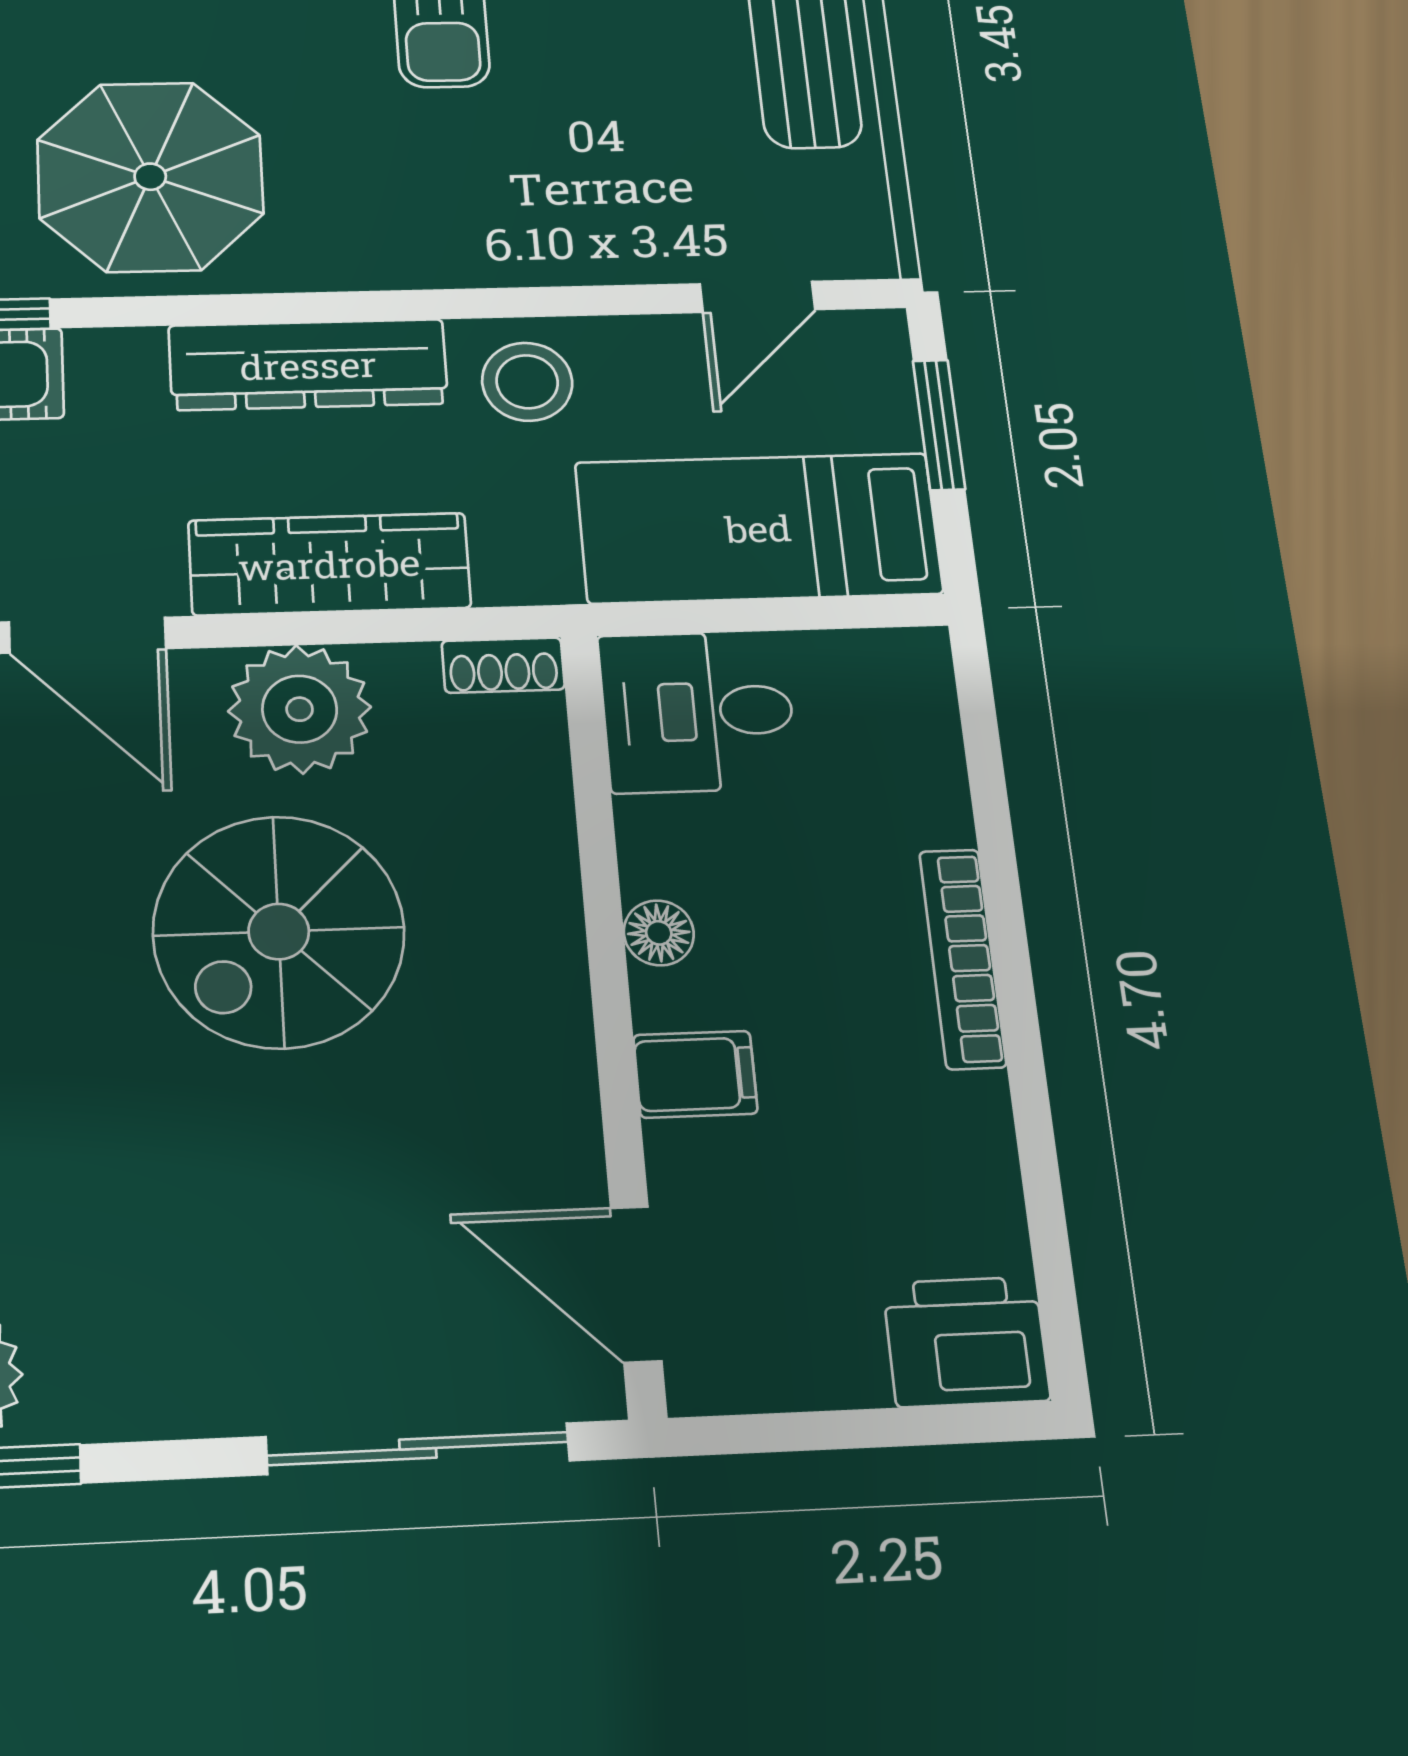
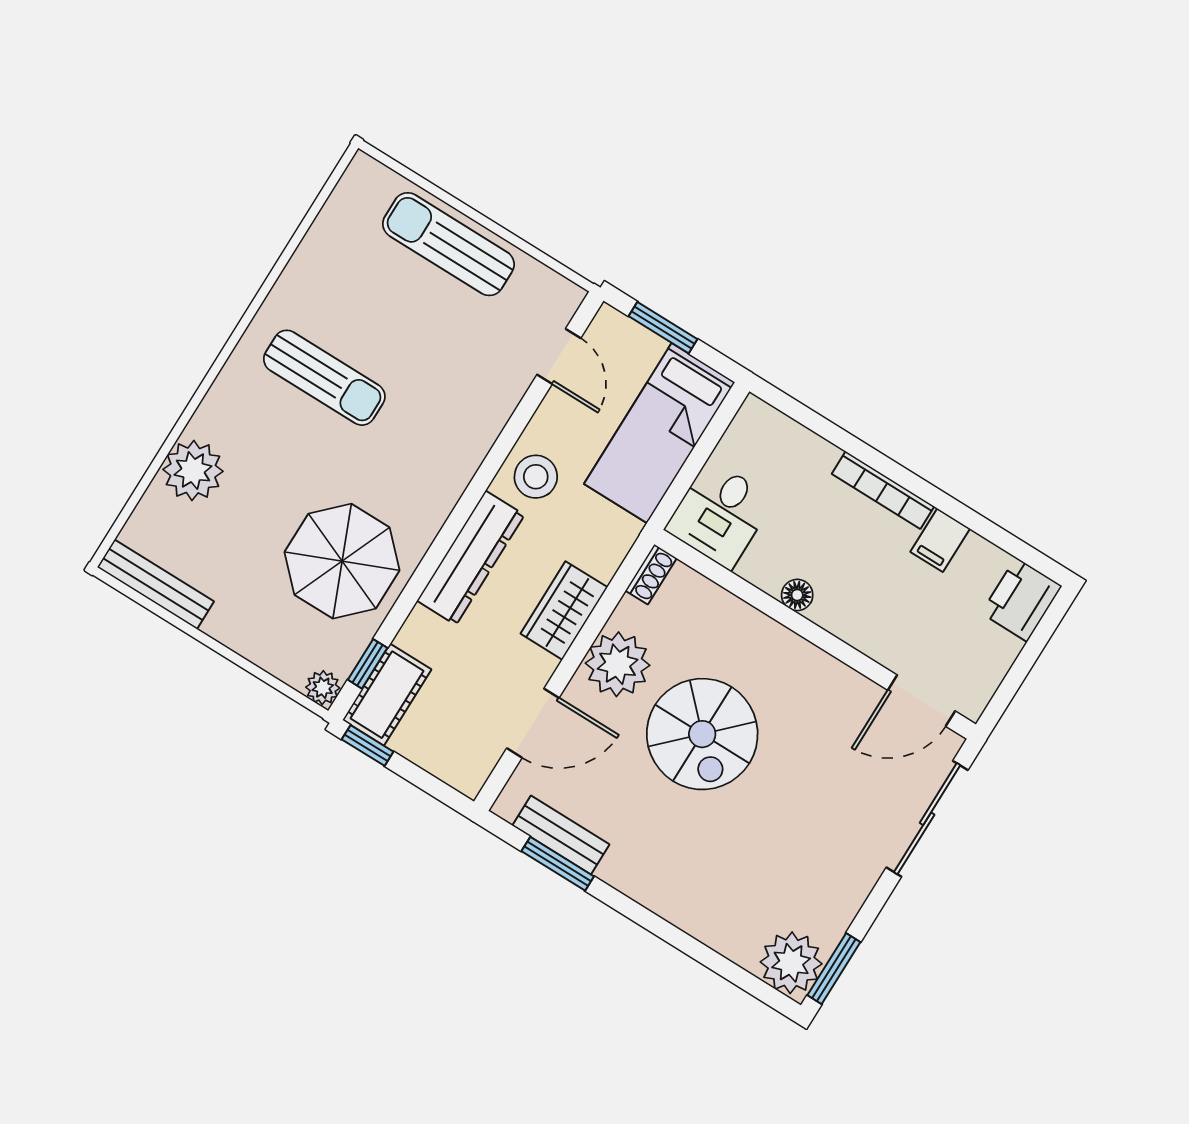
wardrobe: (329, 564) -> (564, 610), width x0.67
filing cabinet: (695, 1074) -> (940, 540), moved, turned 180

